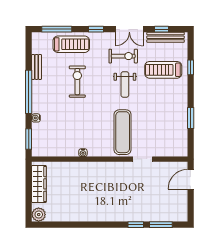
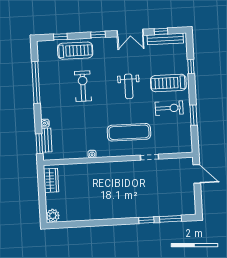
window: (57, 29) -> (60, 37), width x0.46
exercise bike: (123, 56) -> (169, 108), moved
bench: (37, 67) -> (47, 140), moved
treadmill: (163, 70) -> (168, 83), moved
window: (29, 92) -> (36, 82), moved
exercise mat: (123, 132) -> (129, 132), turned 90
door: (191, 179) -> (197, 174), swing flipped
wardrobe: (39, 184) -> (51, 180), width x0.67

